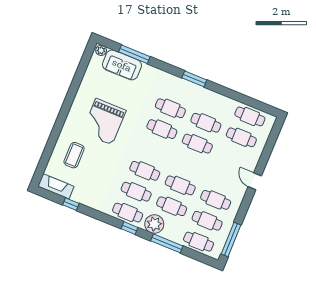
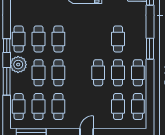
cafe table: (162, 129) -> (138, 73), moved

